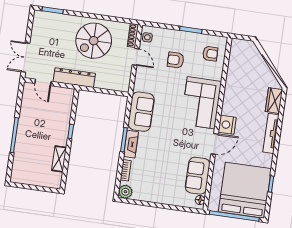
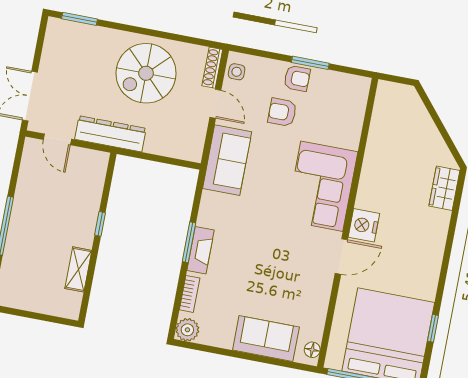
armchair: (210, 54) -> (297, 78), moved
sofa: (141, 112) -> (227, 160), moved
tv unit: (271, 133) -> (437, 243), removed
sofa: (198, 176) -> (266, 339), moved, turned 90

